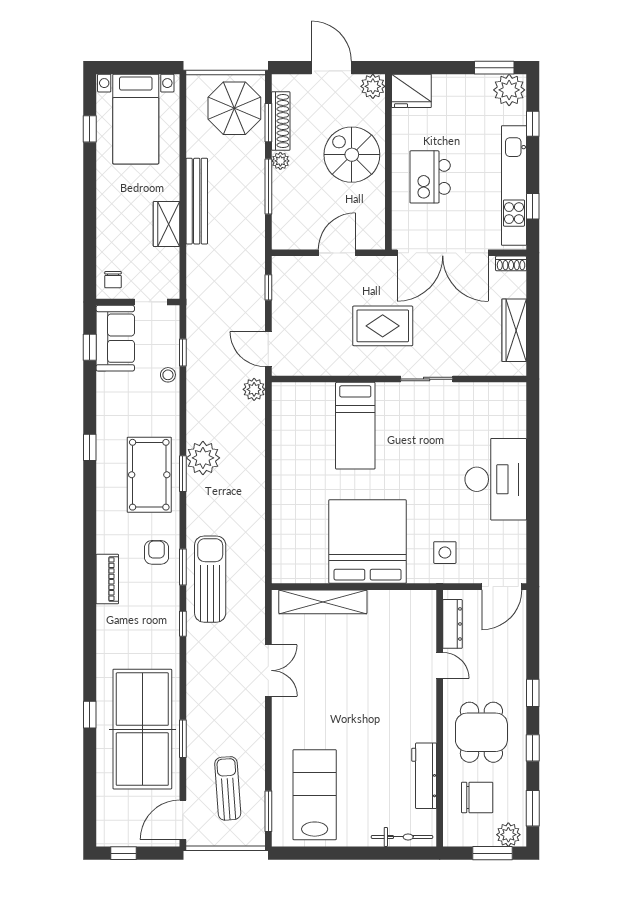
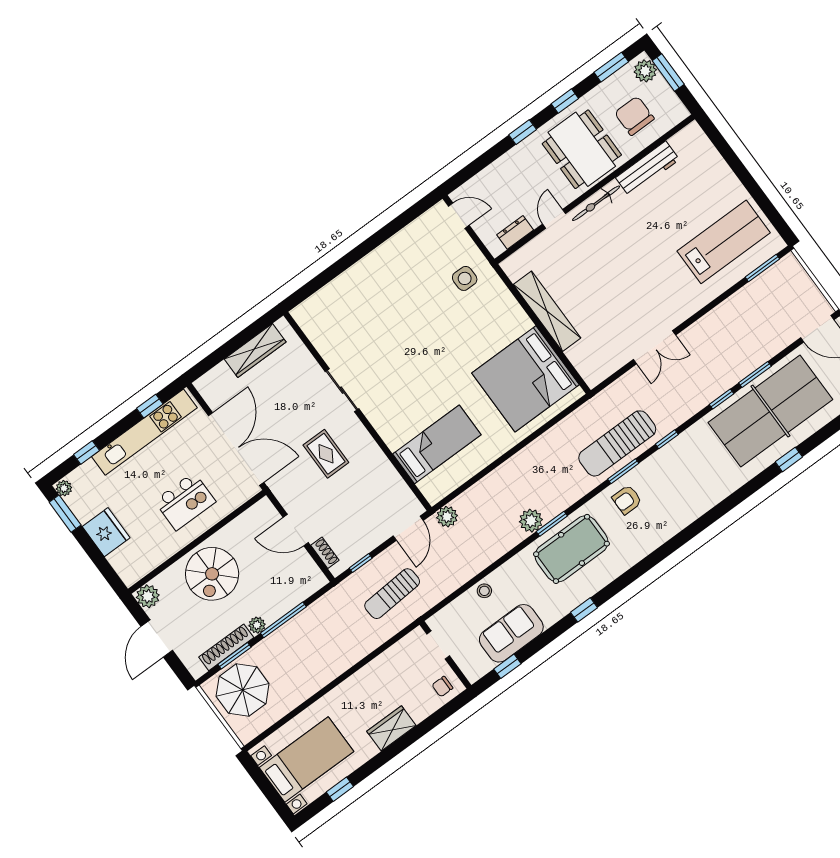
plant: (509, 90) -> (64, 488), width x0.53, depth x0.53
fridge: (411, 91) -> (106, 532), moved
bench: (197, 201) -> (335, 667), removed
wardrobe: (167, 224) -> (391, 728), moved, turned 180
shoe rack: (511, 263) -> (325, 553), moved
chair: (113, 280) -> (442, 687), turned 180
rug: (383, 326) -> (326, 454), width x0.73, depth x0.70
sofa: (115, 338) -> (511, 633), moved
window: (183, 353) -> (721, 399), moved
bed: (355, 426) -> (437, 444), moved
plant: (203, 458) -> (531, 521), width x0.73, depth x0.73
desk: (496, 479) -> (380, 281), removed
bed: (368, 542) -> (525, 379), moved
piano: (107, 579) -> (675, 522), removed
door: (502, 587) -> (459, 216), width x0.73
shelving: (323, 602) -> (547, 311), moved
dresser: (452, 624) -> (515, 232), width x0.70
double door: (268, 670) -> (654, 347), swing flipped
dining table: (481, 732) -> (582, 149), width x1.38
sun lounger: (228, 788) -> (392, 594), moved
lab bench: (315, 795) -> (724, 242), turned 180
bicycle: (402, 837) -> (596, 203), moved, turned -90

